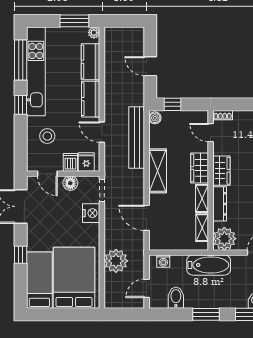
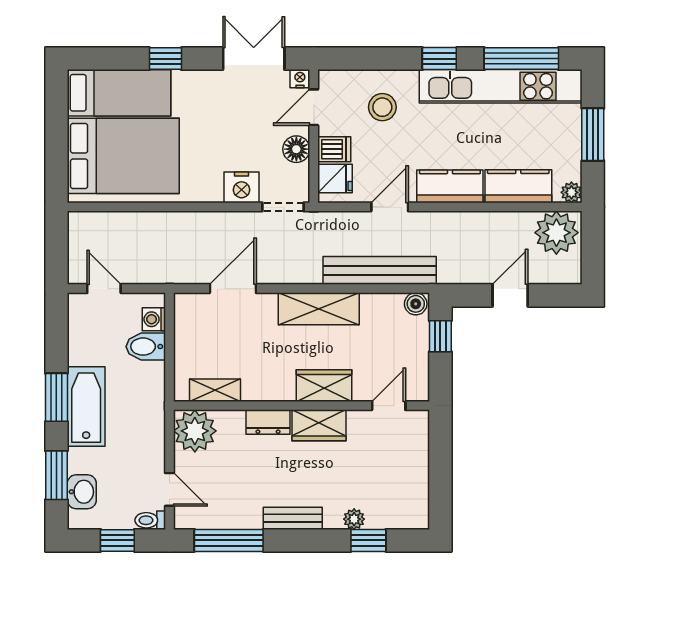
window: (74, 21) -> (593, 135), moved
shoe rack: (223, 115) -> (421, 428), removed
nightstand: (32, 181) -> (300, 79), added
shelving: (202, 198) -> (268, 390), removed
dresser: (220, 204) -> (268, 422), width x0.70
plant: (116, 261) -> (556, 233), moved
bathtub: (209, 265) -> (86, 406), moved, turned 180
bidet: (176, 298) -> (146, 347), moved, turned 180

